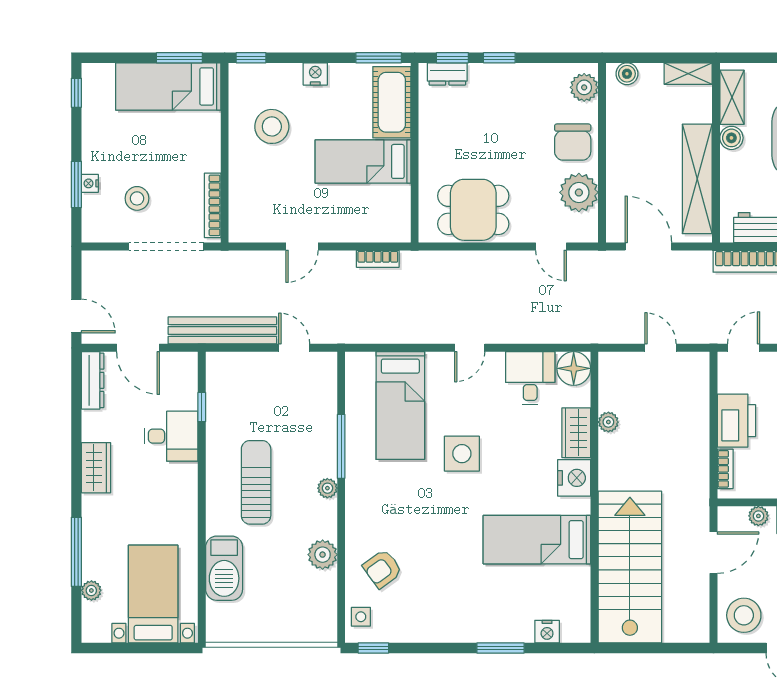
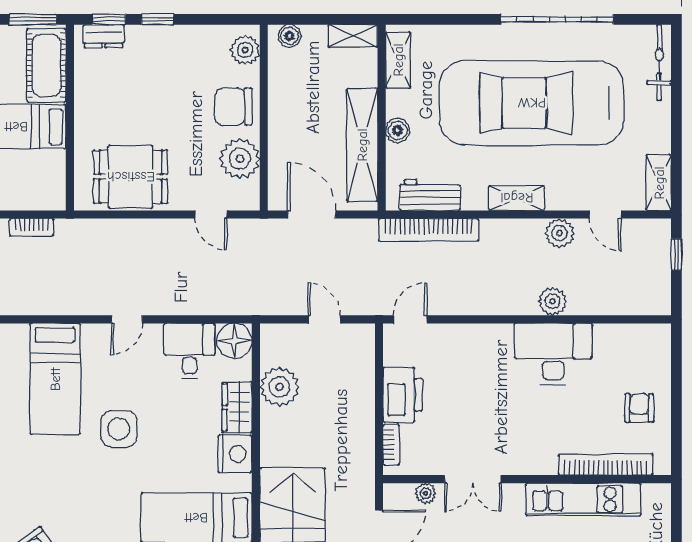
boiler: (731, 138) -> (398, 130), moved
chair: (573, 142) -> (233, 107), turned 90
plant: (608, 422) -> (279, 387), width x1.88, depth x1.88

